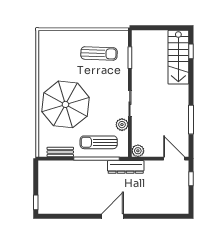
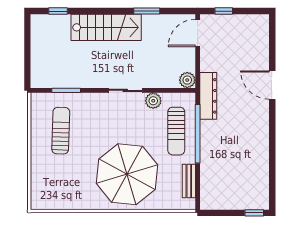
stairs: (178, 57) -> (106, 27), moved
window: (191, 120) -> (147, 11), width x0.69
door: (112, 216) -> (272, 85), moved

